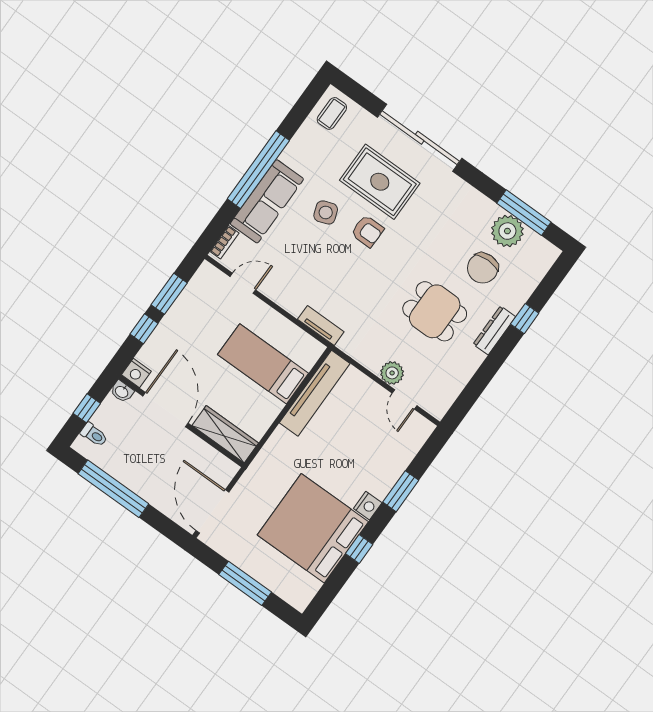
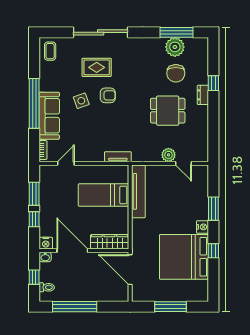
rug: (380, 182) -> (97, 67), width x0.73, depth x0.70
dresser: (494, 330) -> (203, 95), width x0.70
door: (212, 511) -> (130, 270), moved

